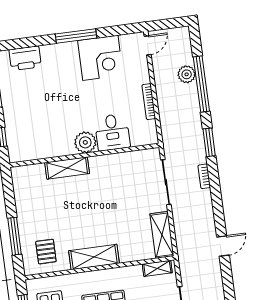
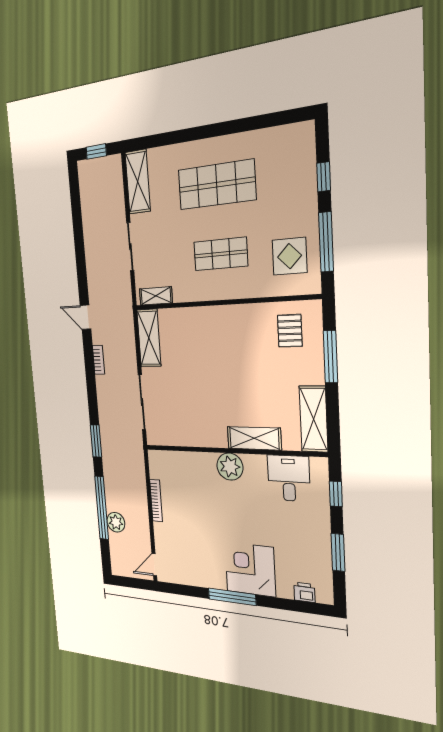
printer: (25, 58) -> (304, 592), width x0.53, depth x0.68
corner desk: (100, 58) -> (250, 569), moved
desk: (112, 132) -> (289, 478), moved
bookcase: (204, 176) -> (98, 360), moved
door: (223, 246) -> (85, 317), hinge flipped
shelving: (94, 257) -> (314, 419), moved, turned 90

